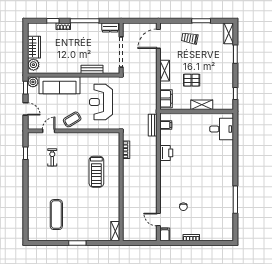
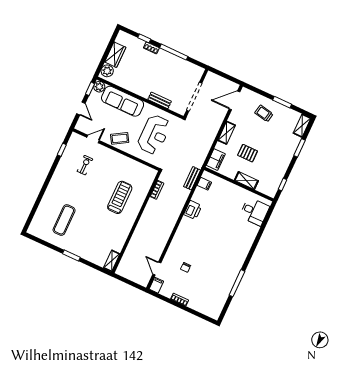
dresser: (110, 27) -> (195, 69), removed
reception desk: (101, 102) -> (154, 135), turned 180
treadmill: (96, 172) -> (120, 197), turned 180

